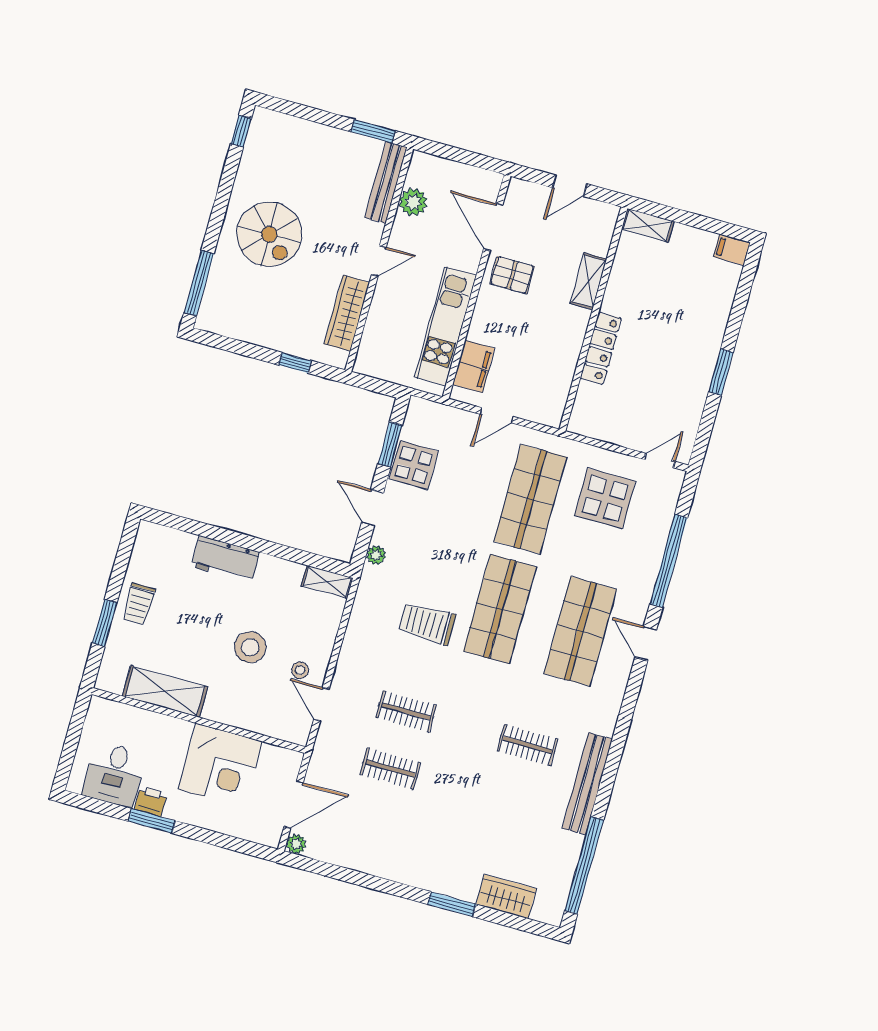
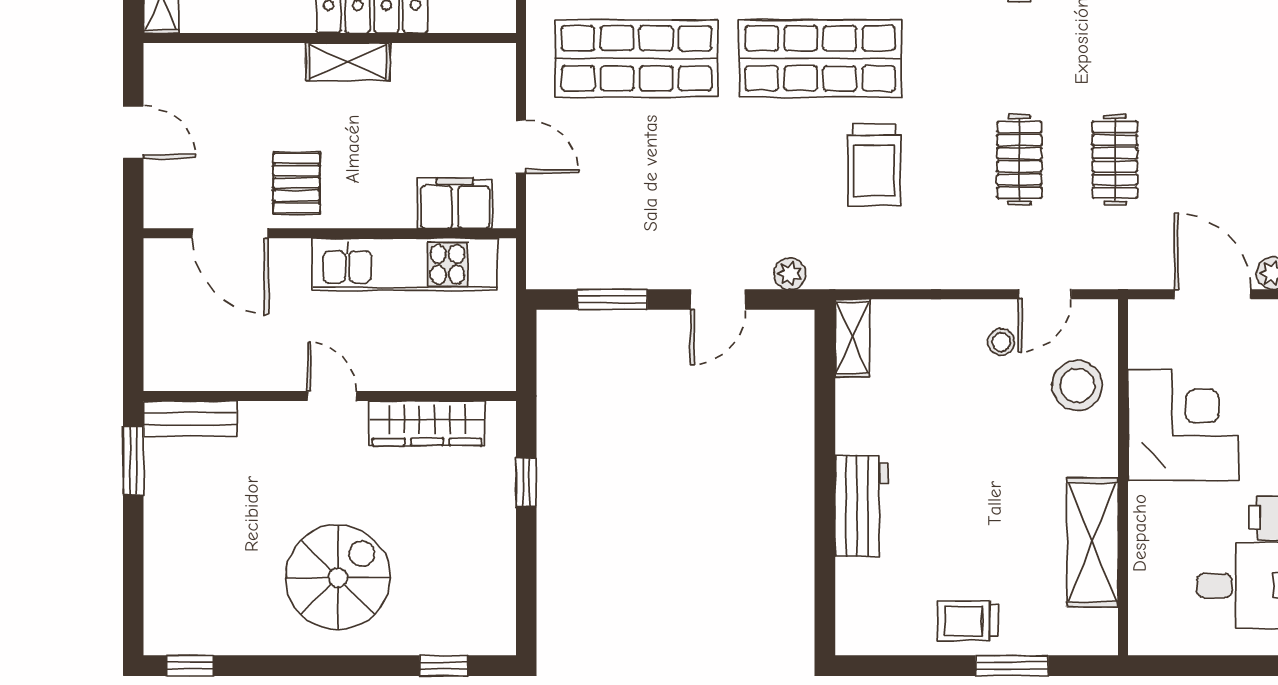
bench: (386, 182) -> (190, 419), width x0.73
plant: (413, 202) -> (226, 368), removed
door: (493, 227) -> (230, 233), hinge flipped
shelving: (589, 281) -> (348, 62), moved
window: (199, 283) -> (444, 666), width x0.46
display table: (414, 465) -> (634, 254), removed
trolley: (139, 604) -> (968, 621), turned 180
stool: (250, 647) -> (1077, 385), moved

